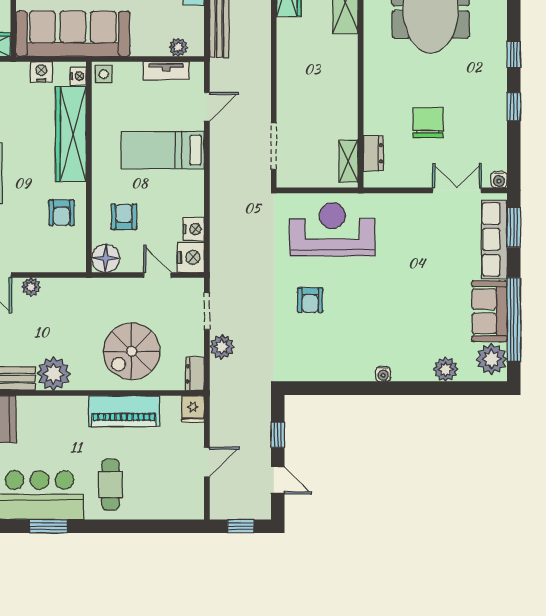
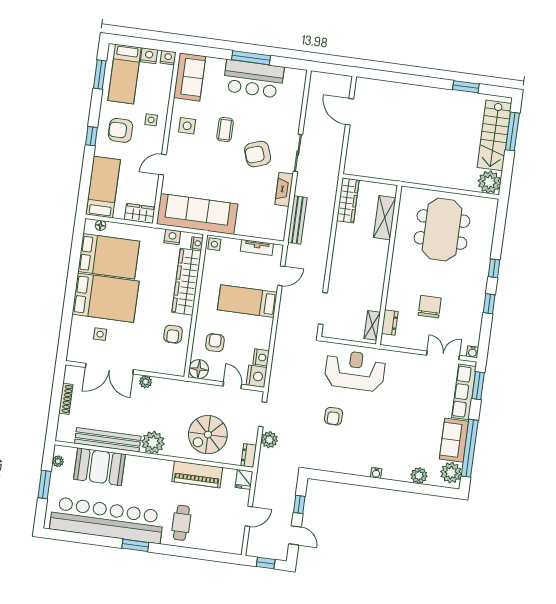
plant: (178, 47) -> (267, 233), removed

